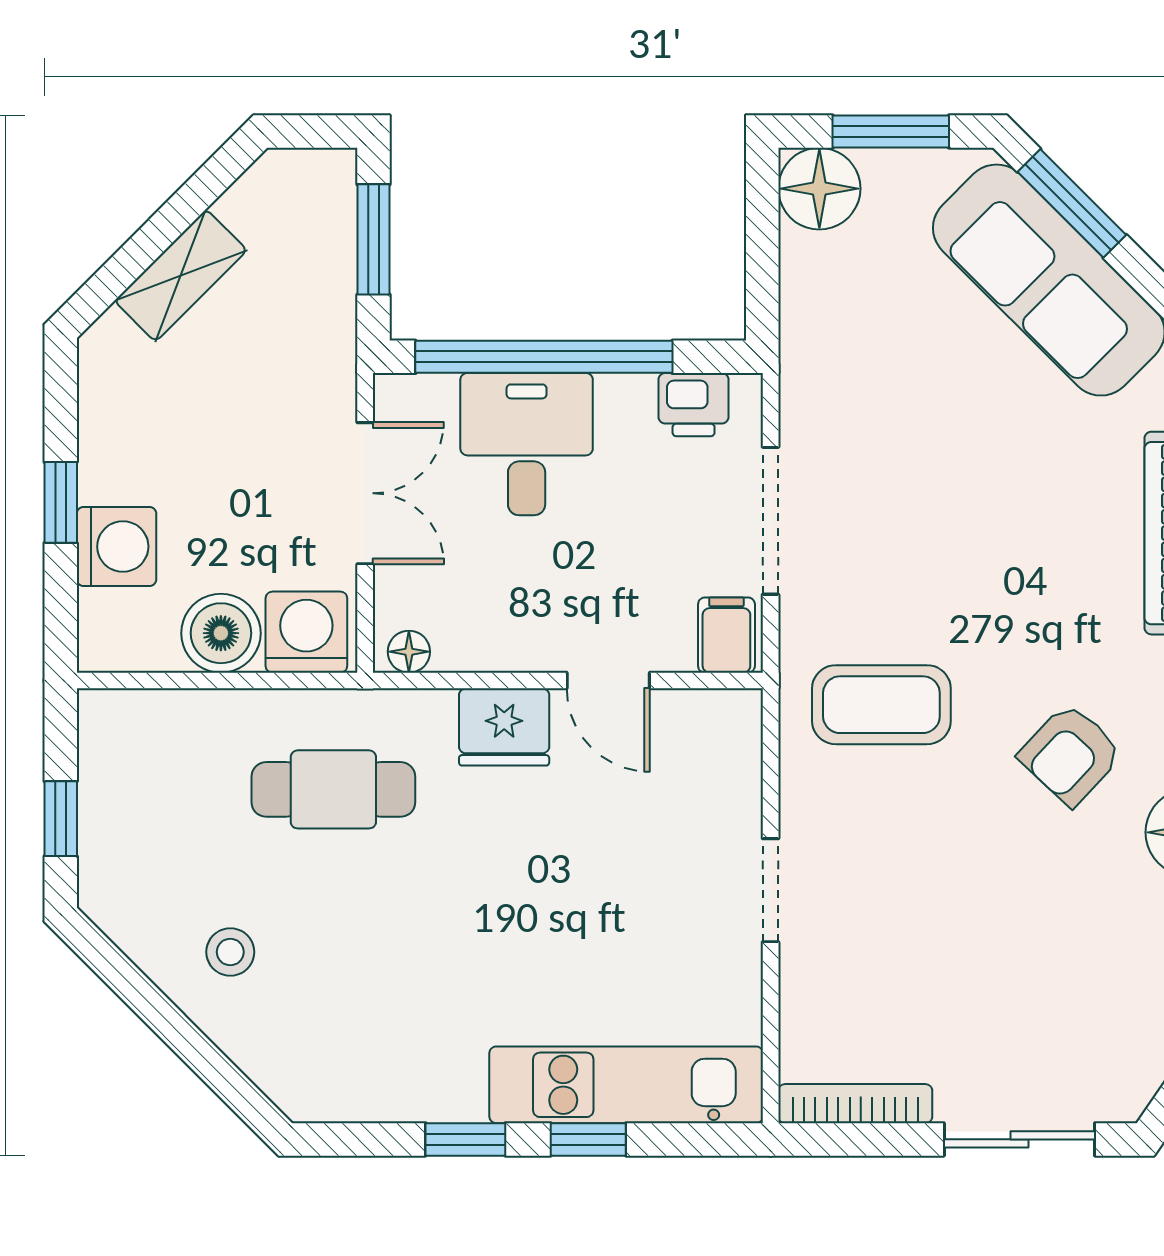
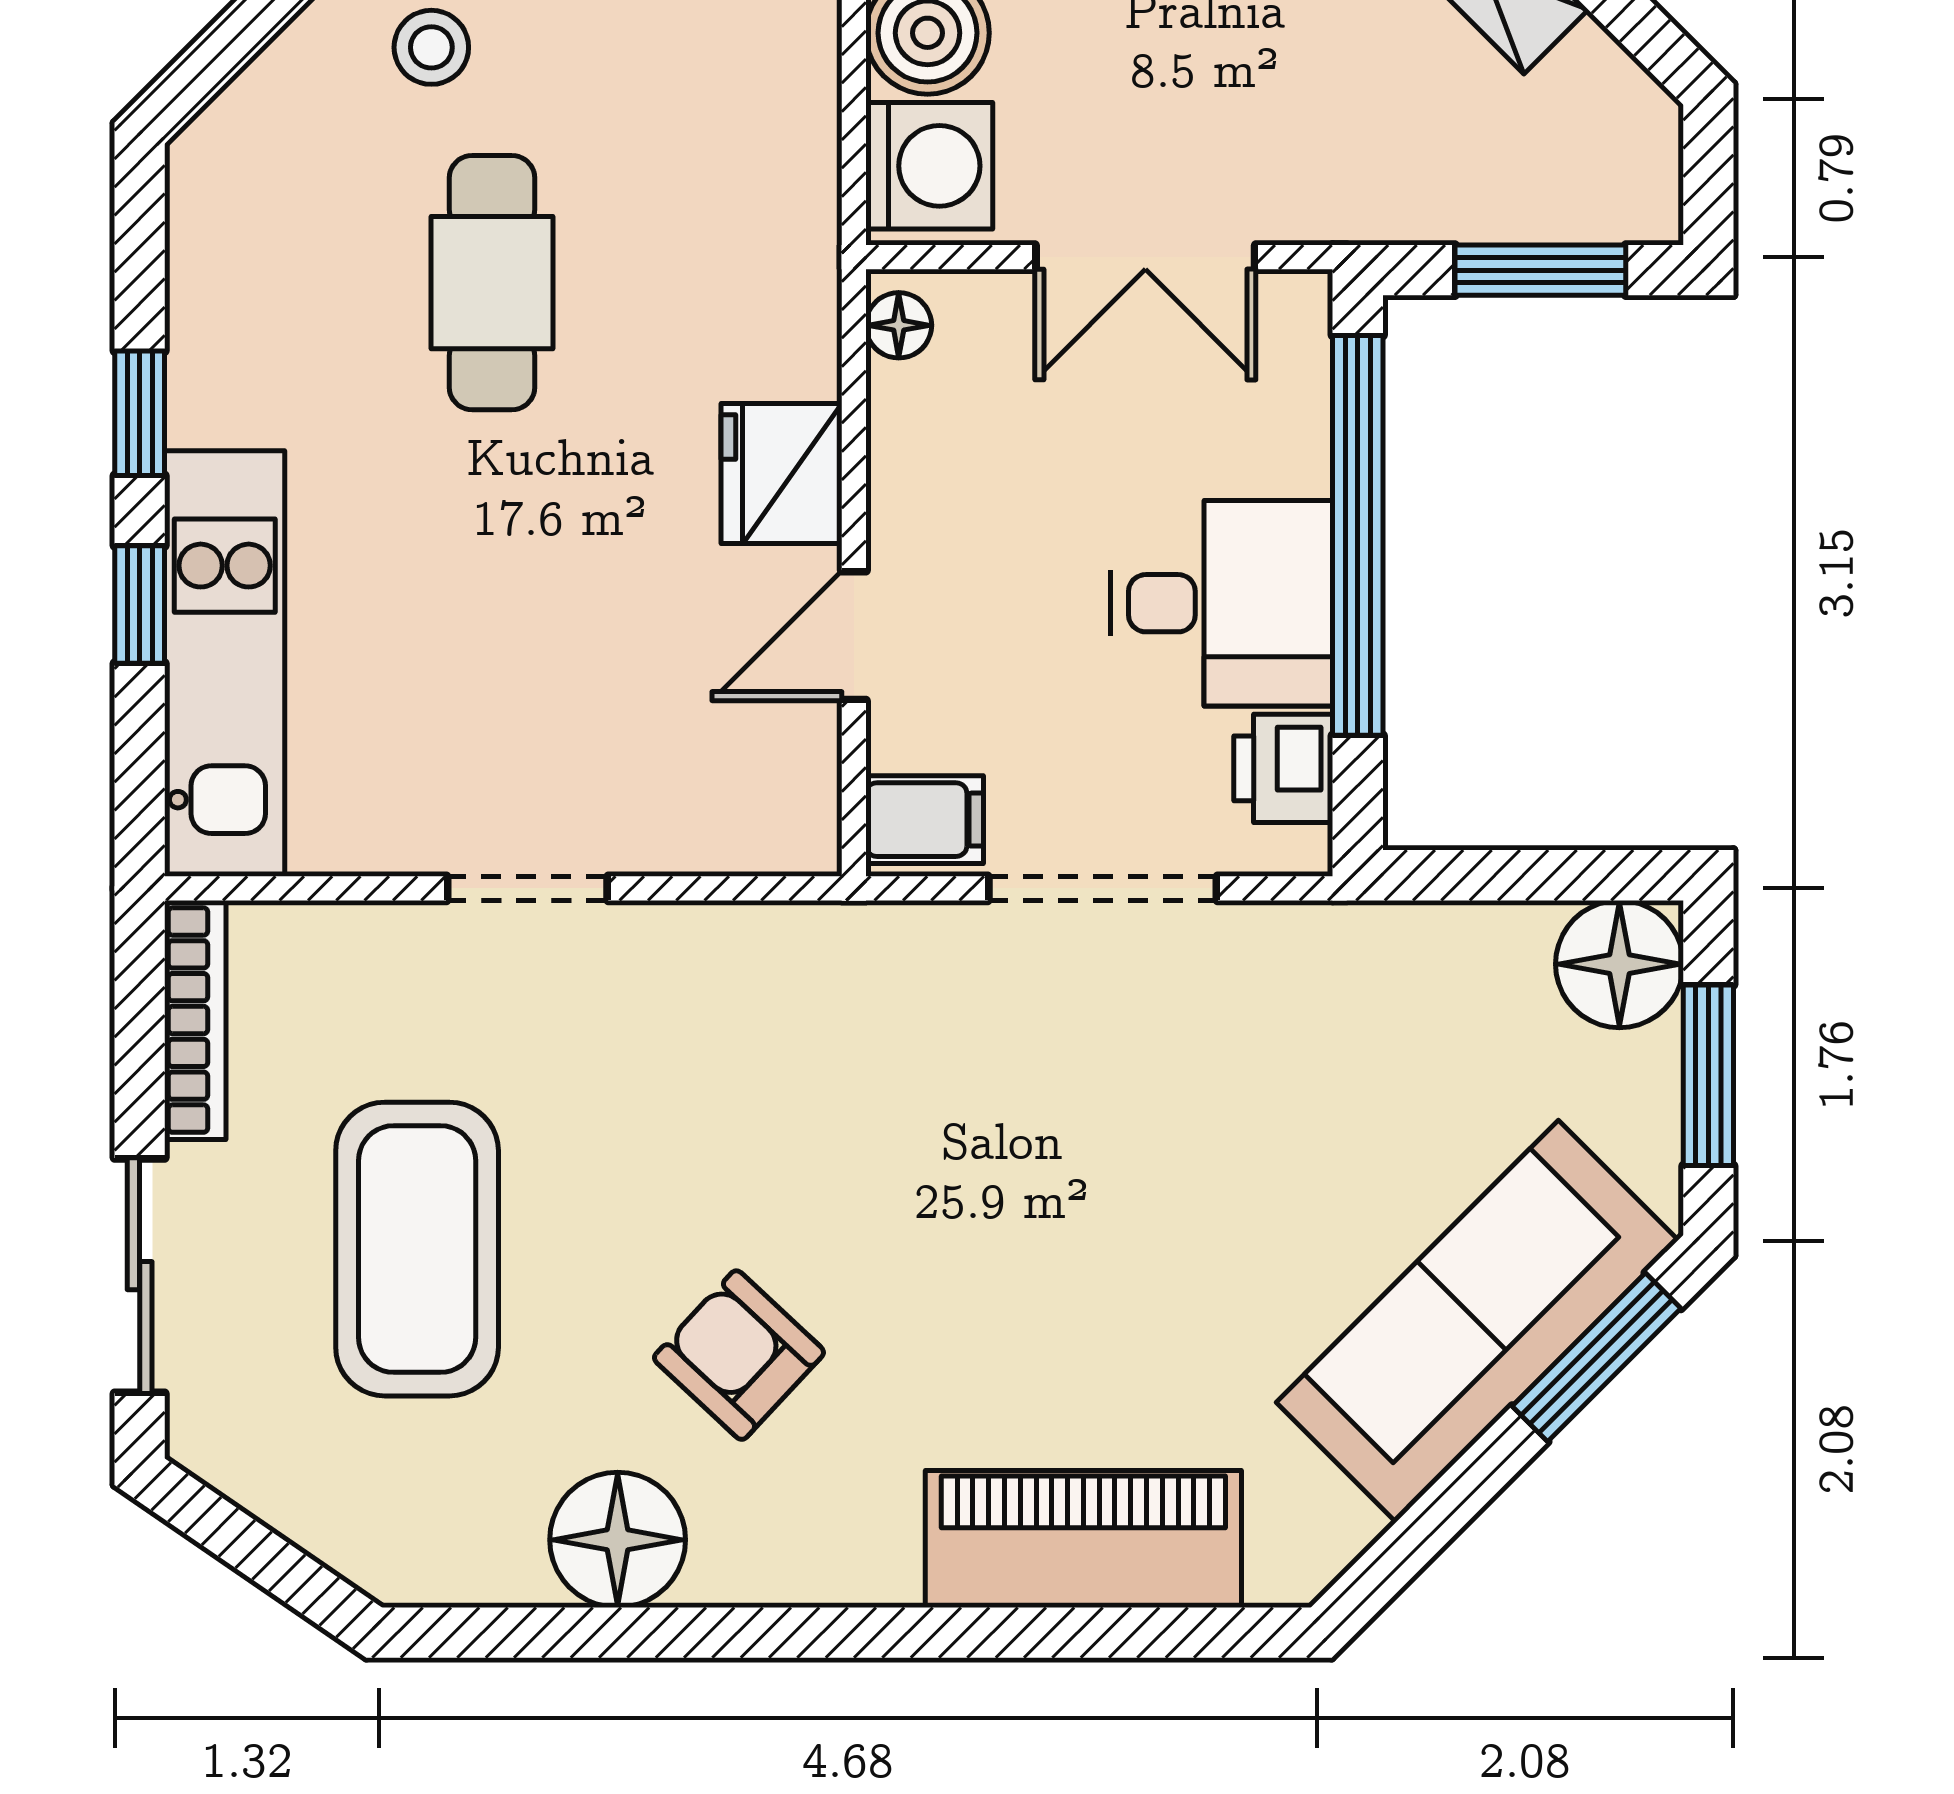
desk: (527, 444) -> (1222, 603), moved
coffee table: (881, 705) -> (417, 1249), moved, width x1.36, depth x1.32
cafe table: (333, 789) -> (492, 283), moved

